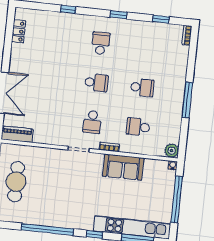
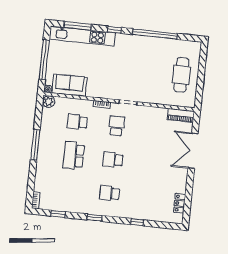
school desk: (101, 43) -> (109, 193), turned 90
school desk: (142, 88) -> (74, 155), width x1.85
school desk: (138, 127) -> (77, 122), turned 180
sofa: (123, 167) -> (70, 85), moved

